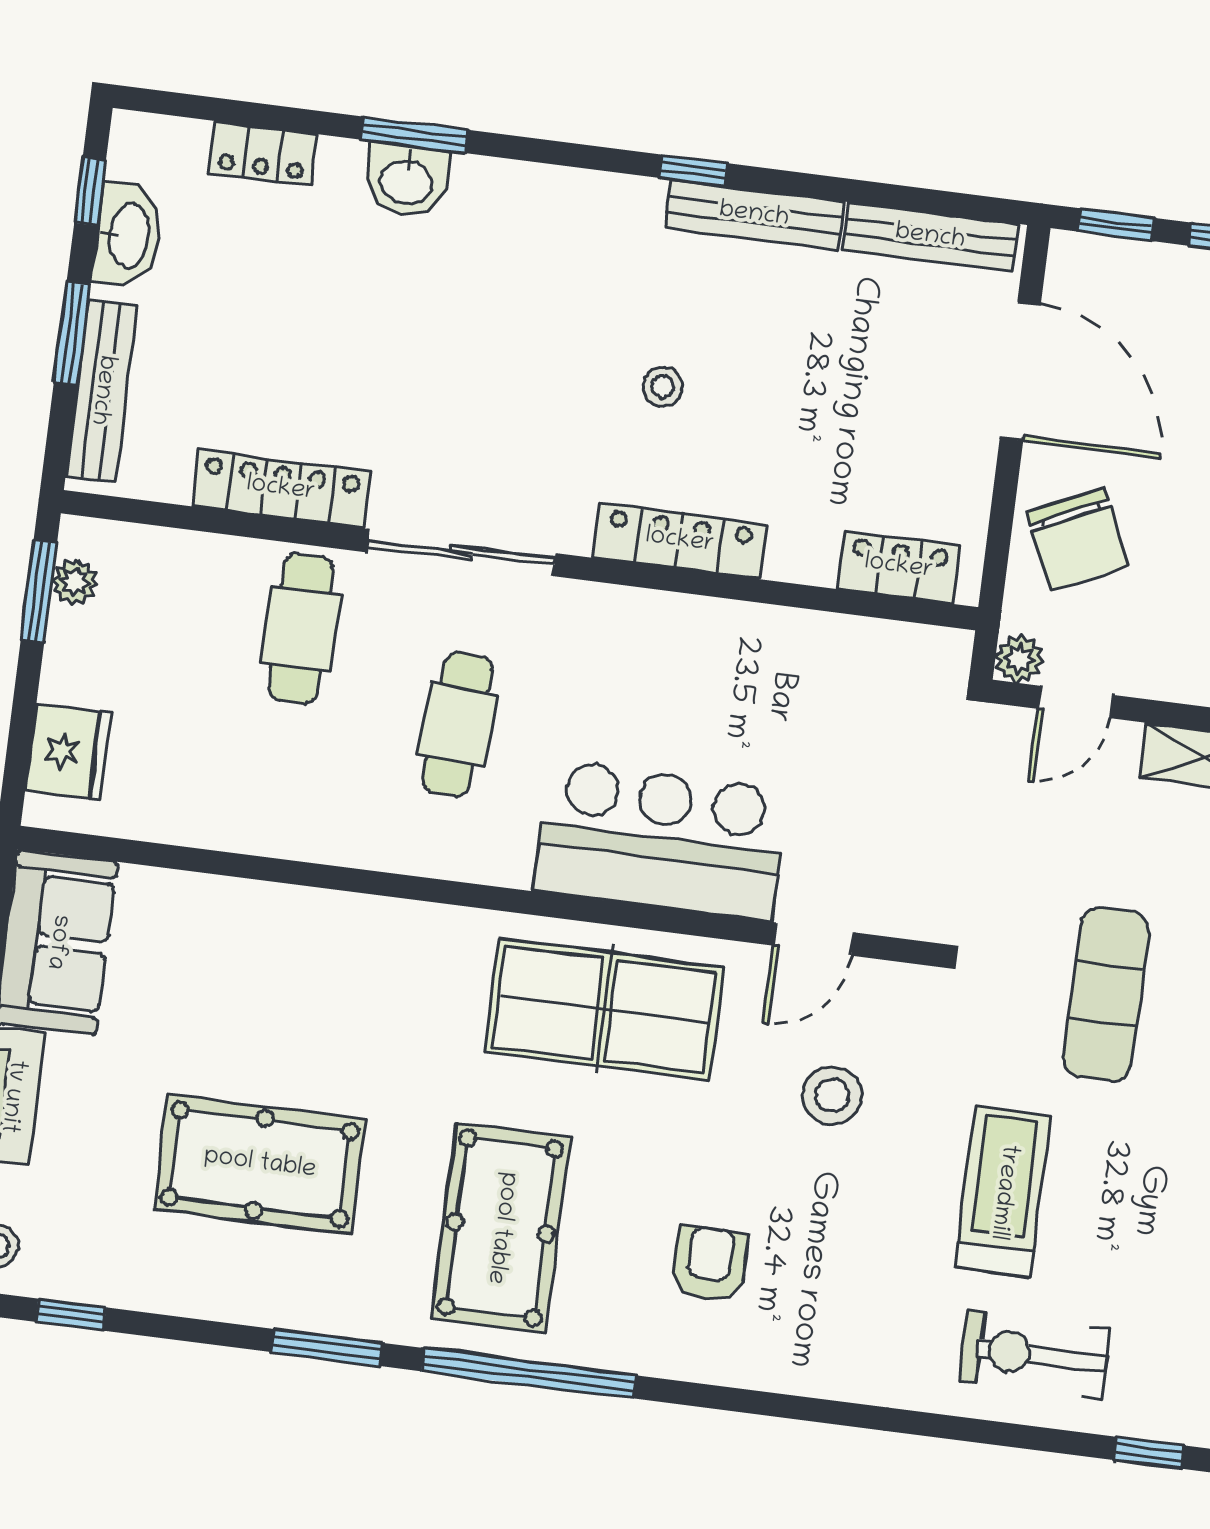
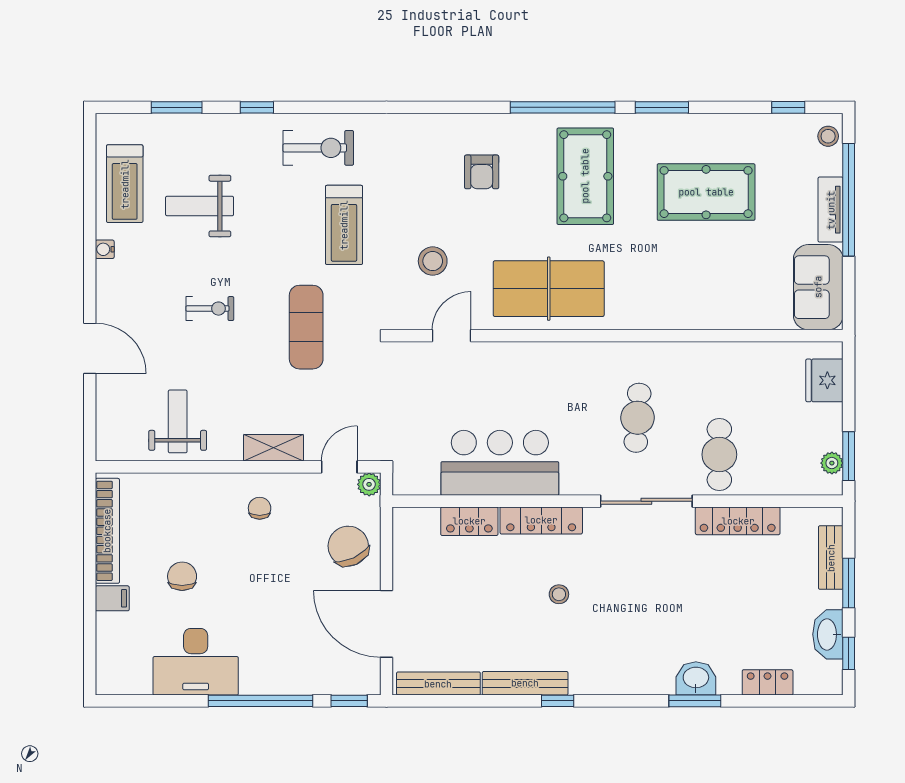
bench: (102, 390) -> (831, 558), width x0.73
locker: (899, 567) -> (469, 521), moved
bar counter: (661, 840) -> (500, 463), moved, turned 180

